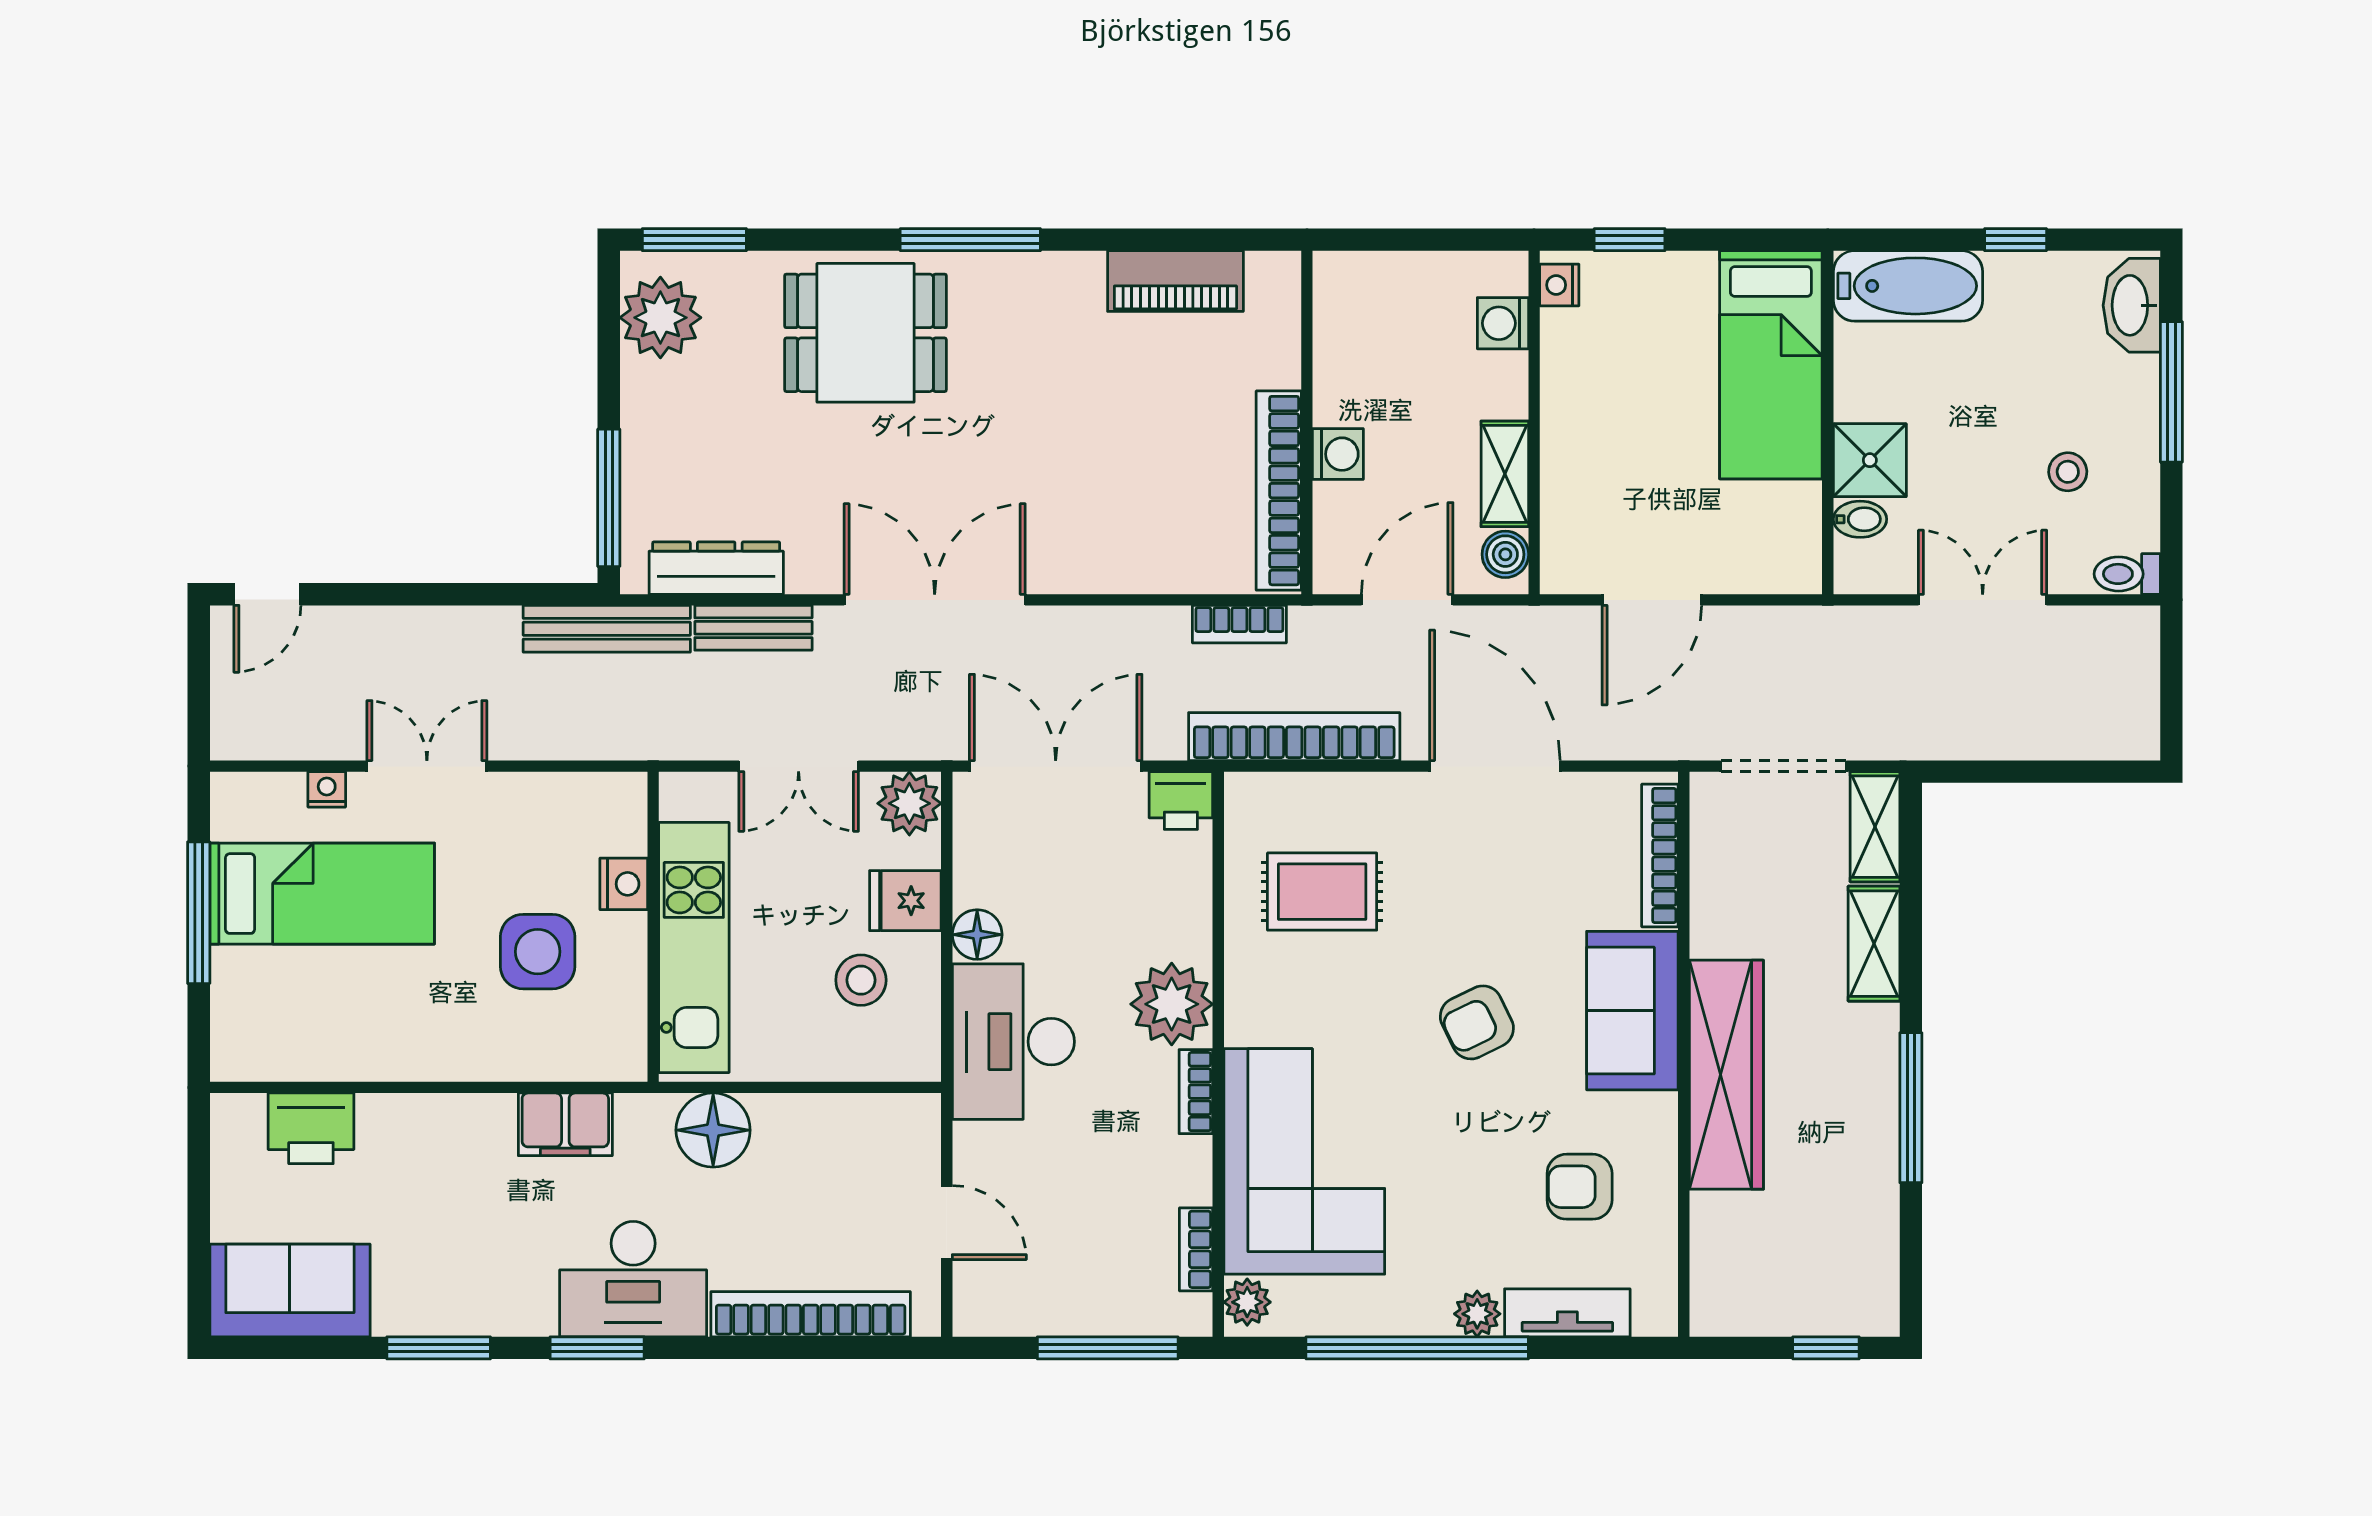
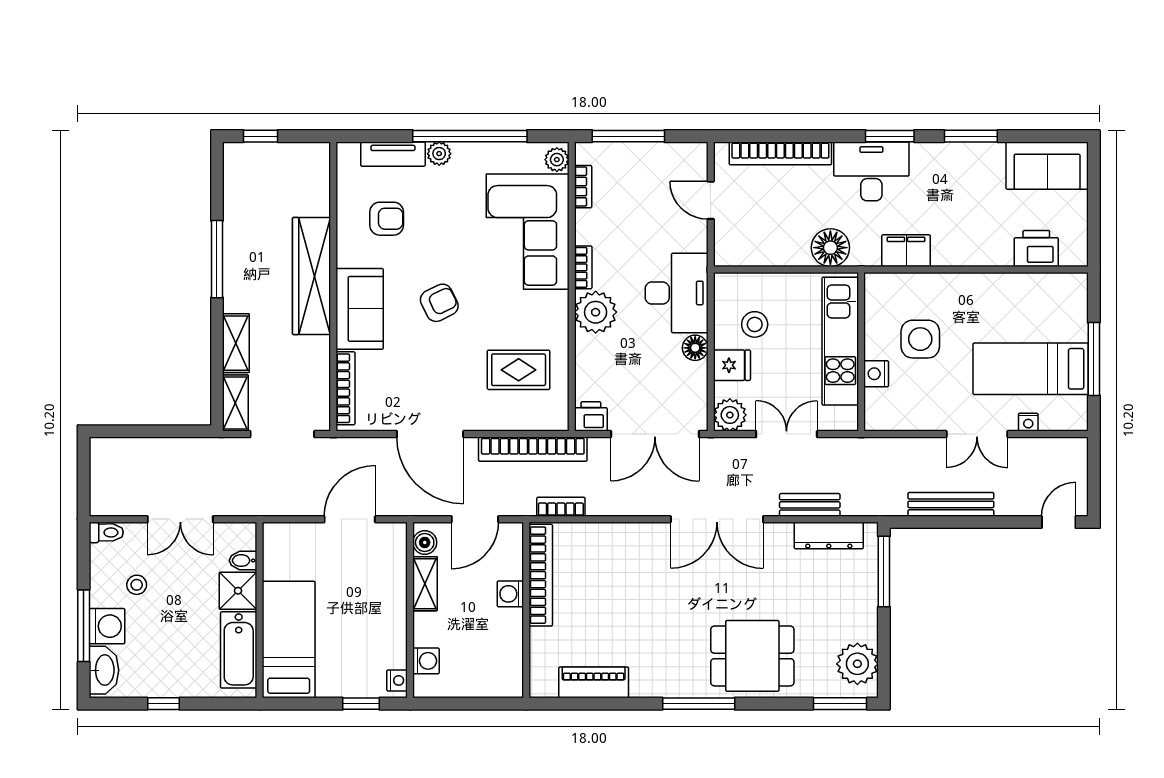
bathtub: (1908, 286) -> (239, 650), moved, turned -90
washing machine: (2126, 391) -> (107, 626), added
bench: (607, 629) -> (951, 504), moved

